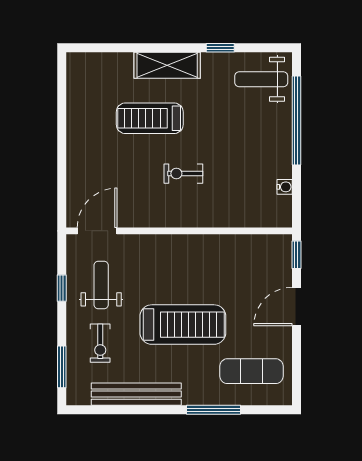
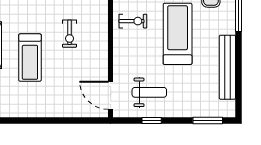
weight bench: (101, 285) -> (149, 92), turned 180
exercise bike: (100, 343) -> (133, 21), moved

